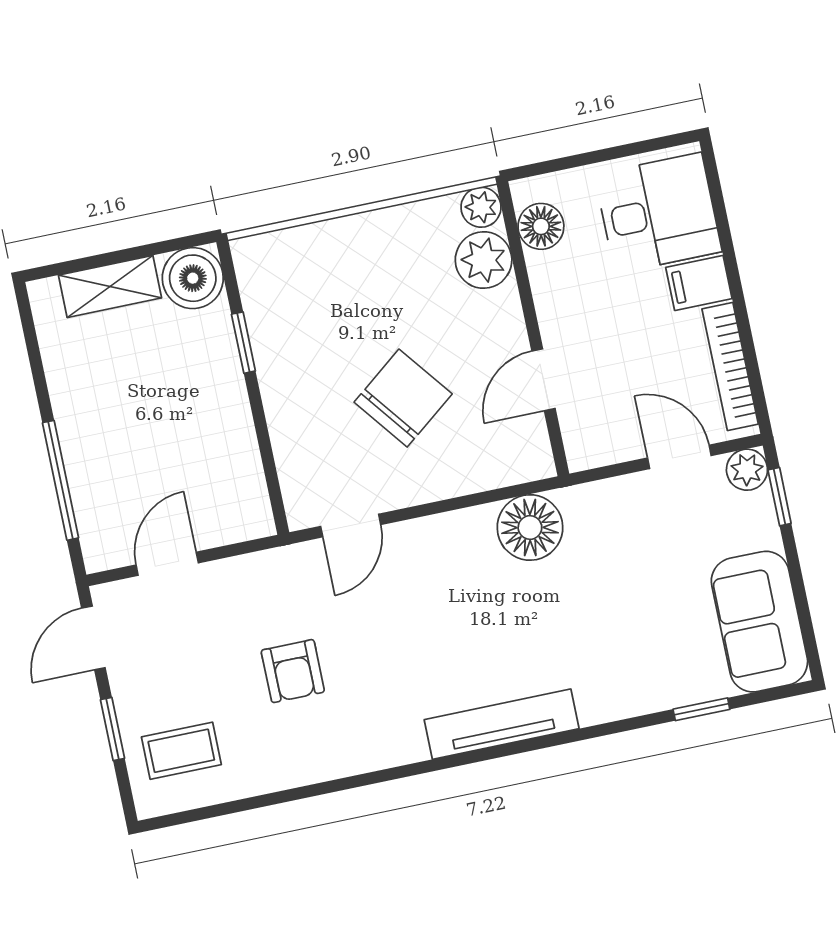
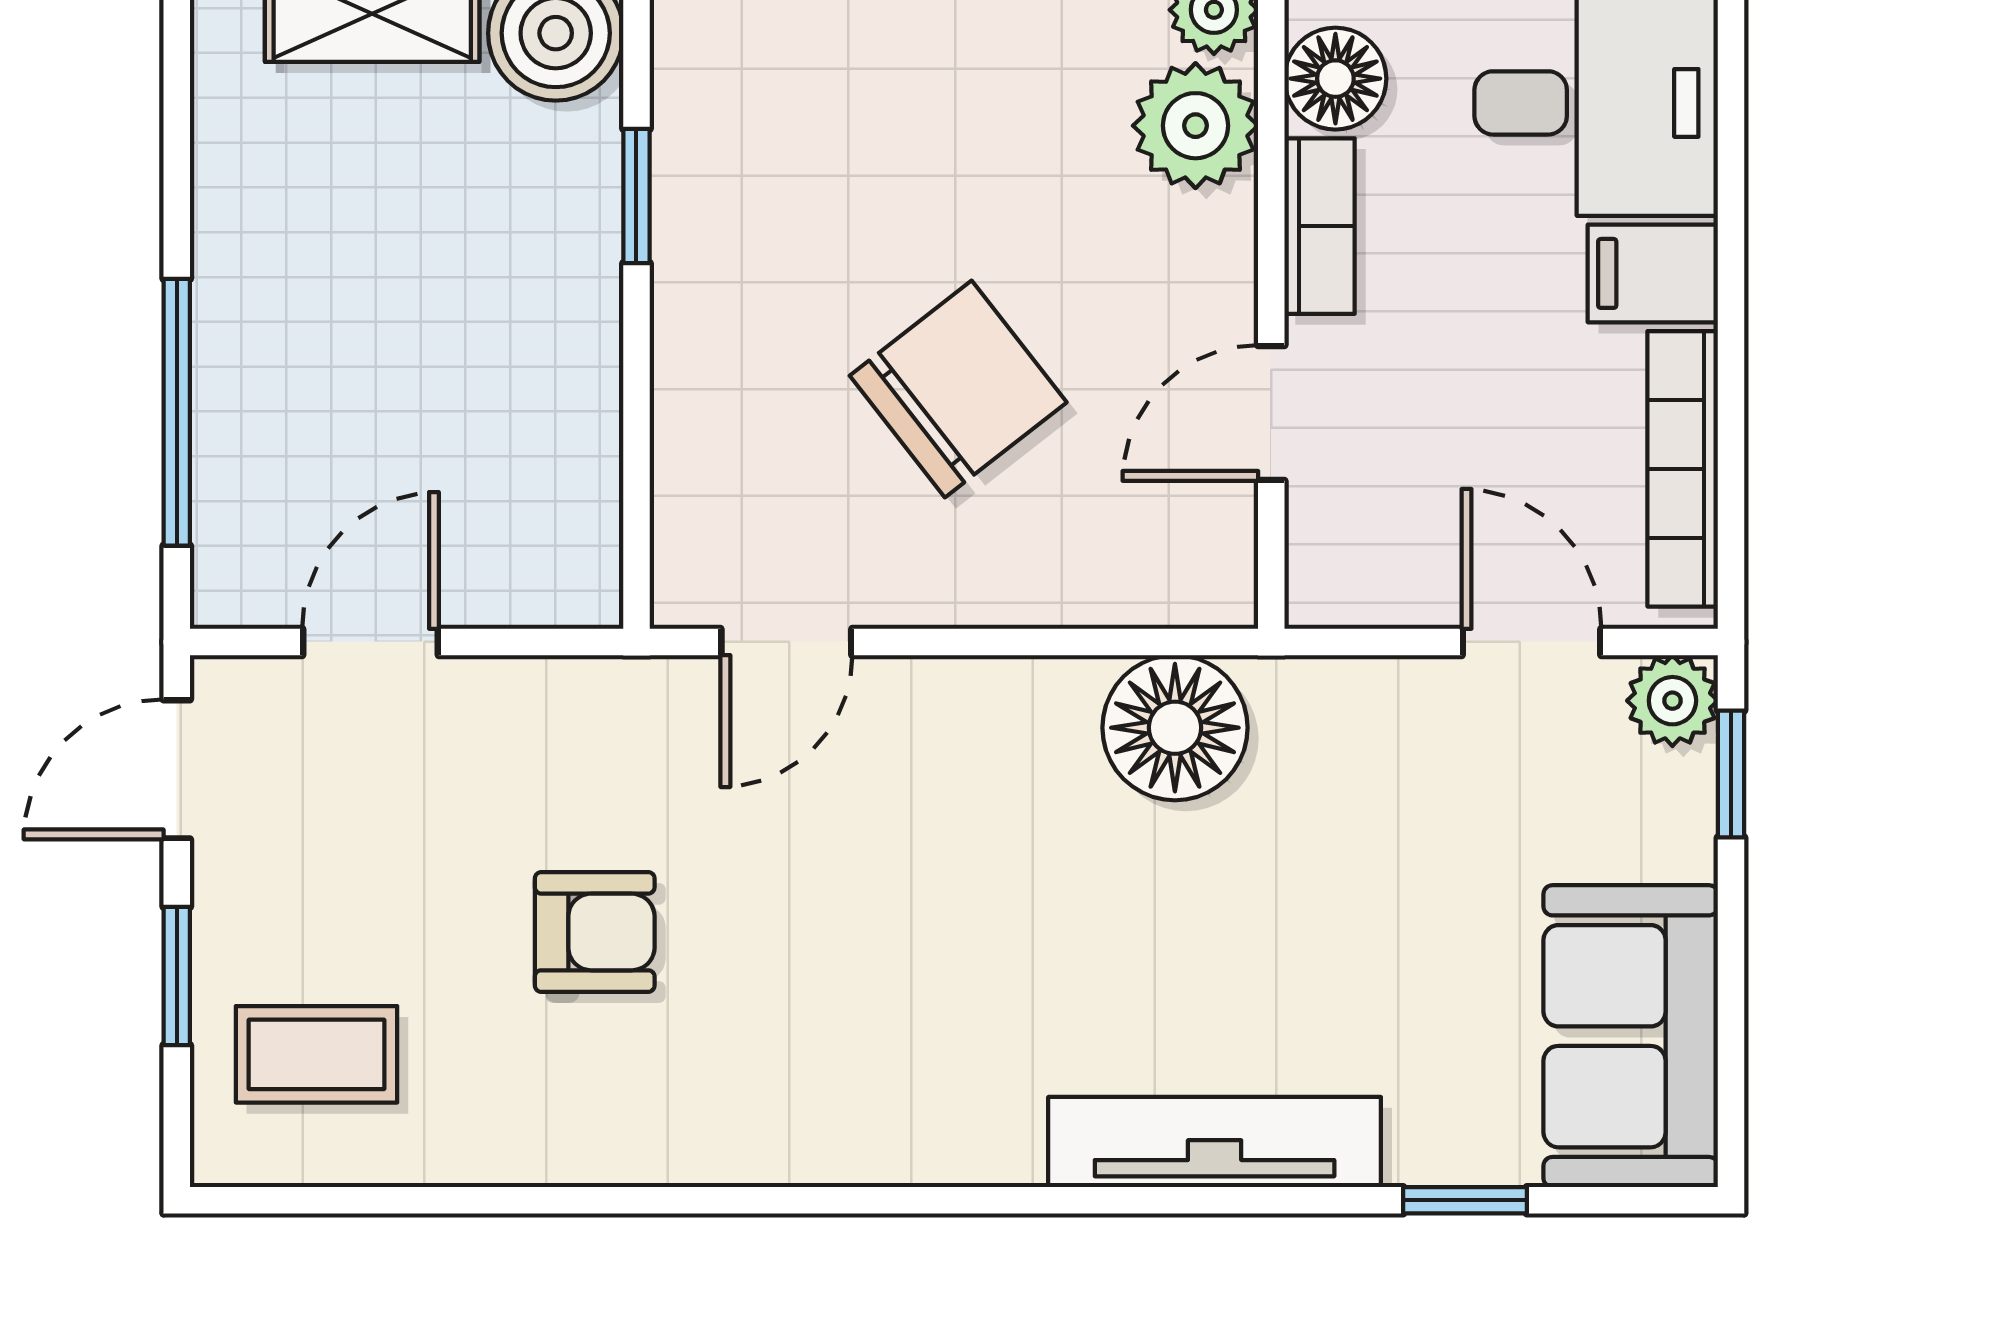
bookcase: (548, 293) -> (1320, 226), added
armchair: (293, 671) -> (595, 932), turned -90
tv unit: (502, 724) -> (1215, 1142), moved

